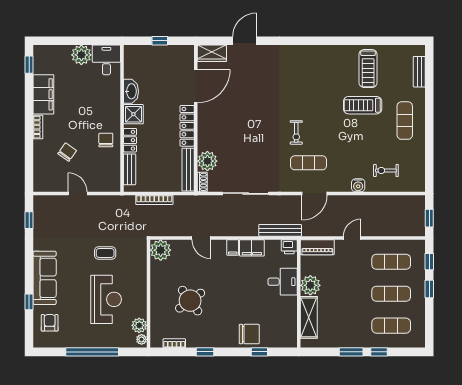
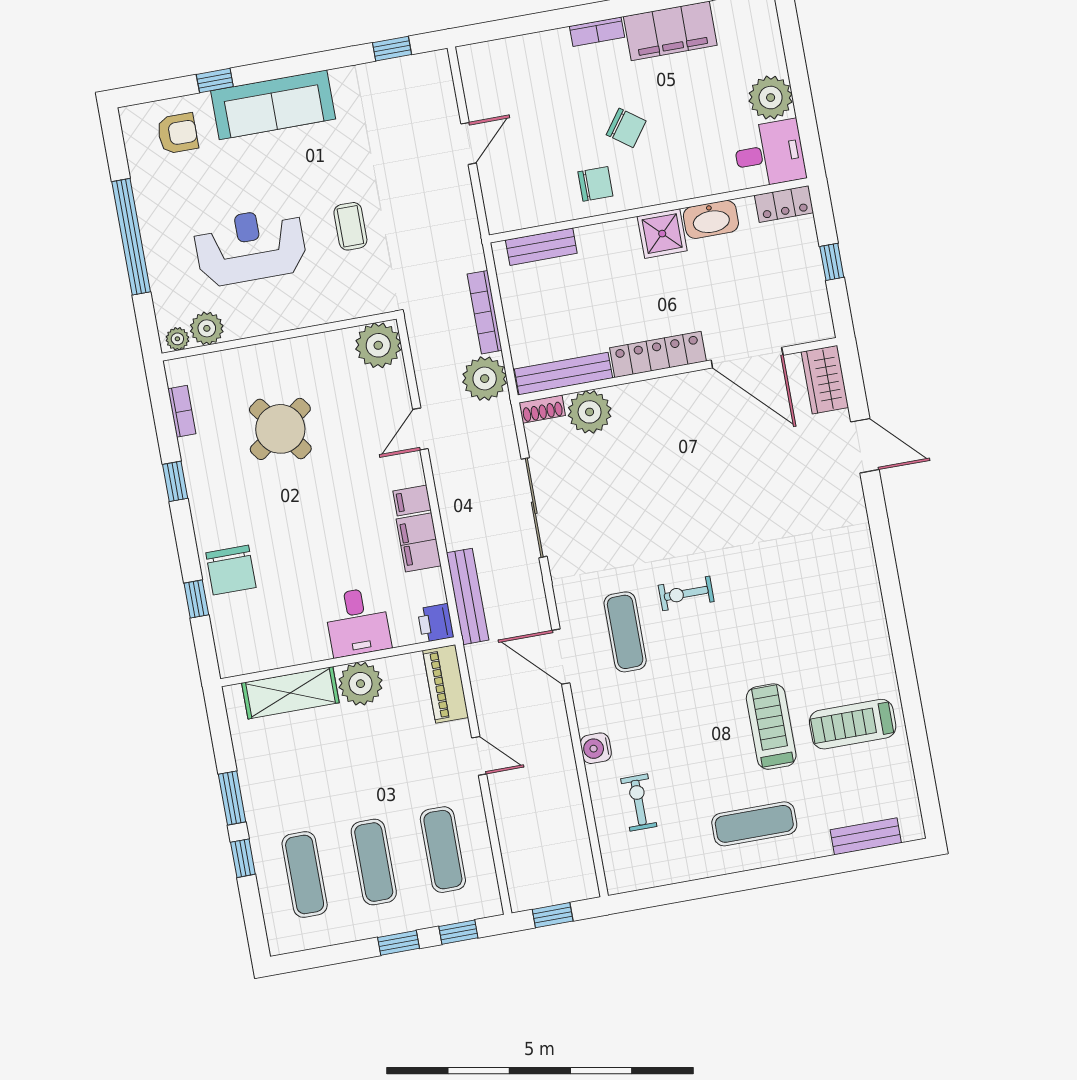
locker: (130, 140) -> (784, 204), moved
chair: (67, 152) -> (626, 128), moved
plant: (184, 205) -> (485, 379), added
reception desk: (106, 299) -> (250, 246), turned 180

